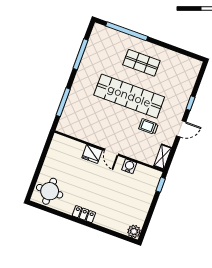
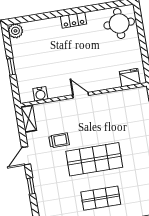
shop shelf: (129, 96) -> (94, 159), width x0.71
fridge: (92, 154) -> (130, 78), moved
water cooler: (129, 166) -> (40, 94), moved
window: (161, 185) -> (11, 67), moved

